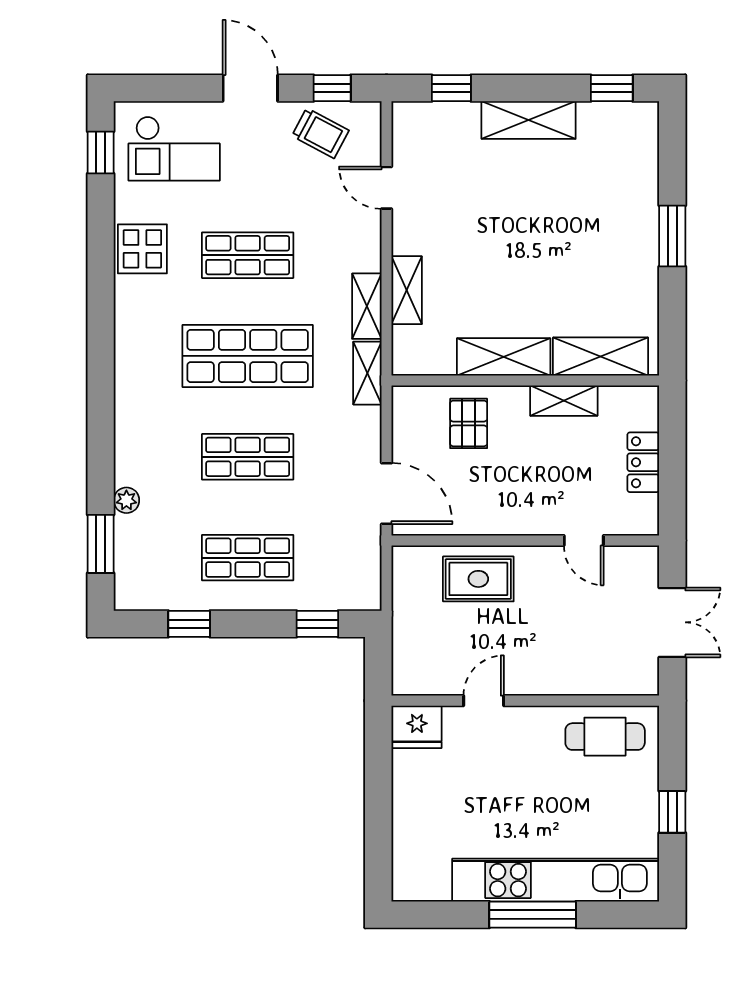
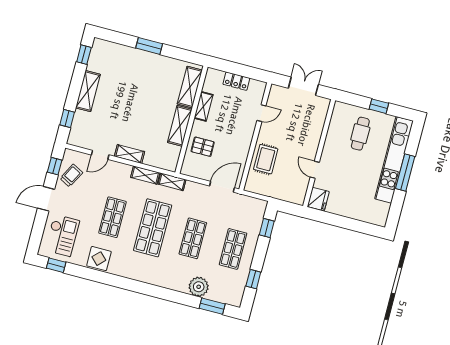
shelving: (407, 290) -> (129, 154), moved
plant: (126, 500) -> (199, 287), width x1.88, depth x1.88
cafe table: (605, 737) -> (360, 134), moved

